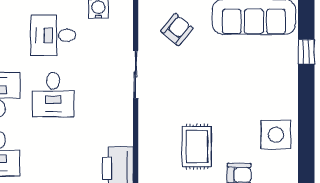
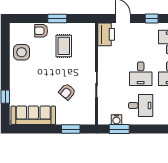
armchair: (177, 30) -> (67, 92), moved
desk: (53, 95) -> (141, 74), turned 180

